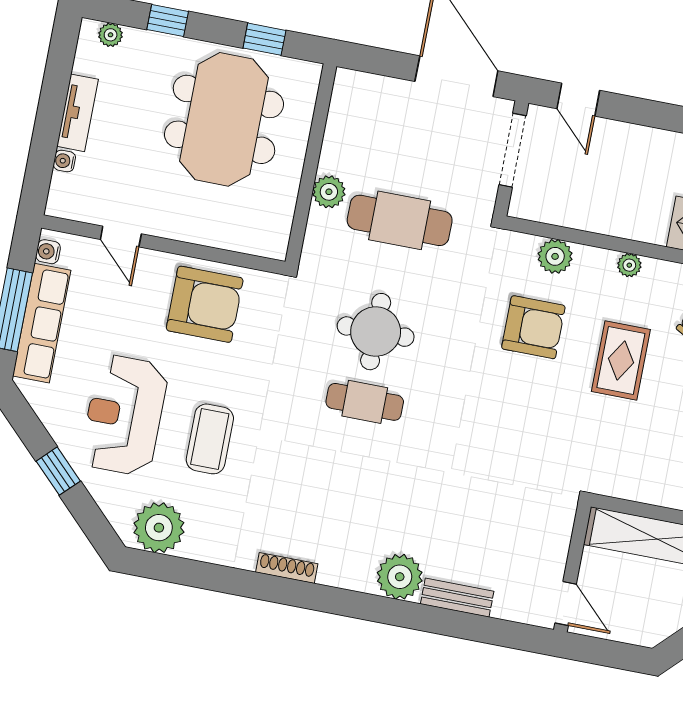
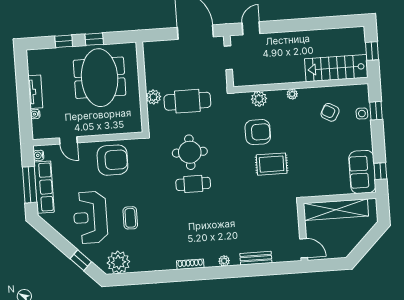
plant: (111, 35) -> (41, 54), removed
window: (264, 39) -> (94, 39), moved
door: (578, 100) -> (251, 28), swing flipped
doorway: (513, 150) -> (228, 58), width x0.73
rug: (621, 360) -> (272, 164), moved, turned 90
coffee table: (210, 439) -> (130, 218), width x0.73, depth x0.77
window: (58, 471) -> (81, 260), moved
shoe rack: (287, 568) -> (190, 264), moved
plant: (400, 577) -> (224, 261), width x0.53, depth x0.53

